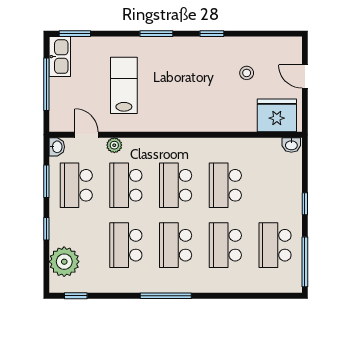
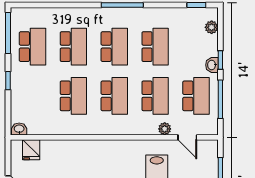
fridge: (277, 115) -> (31, 150), width x0.53, depth x0.75
washbasin: (57, 147) -> (212, 65), moved
window: (46, 181) -> (220, 99), width x1.44
plant: (64, 262) -> (212, 27), width x0.53, depth x0.53

